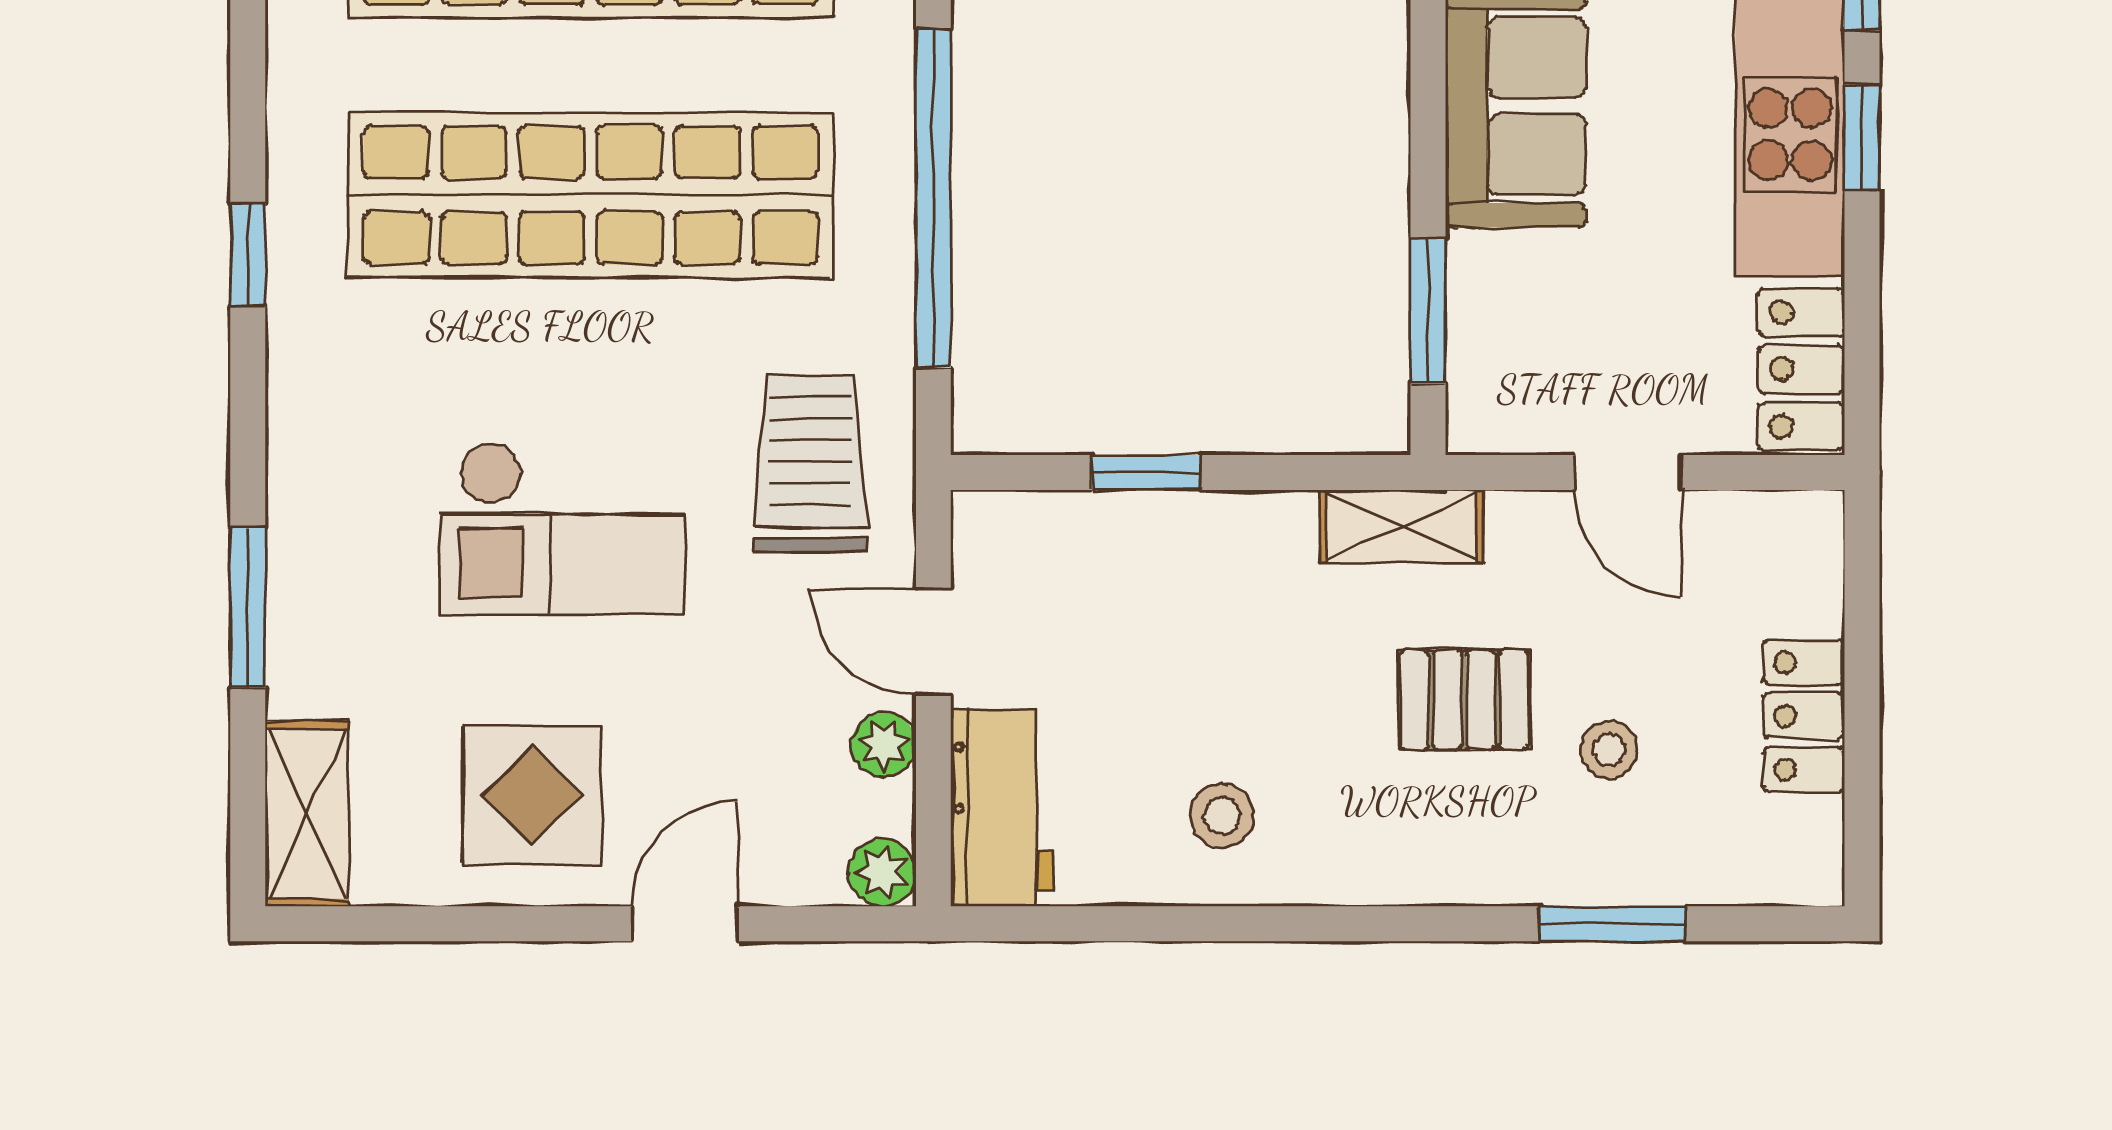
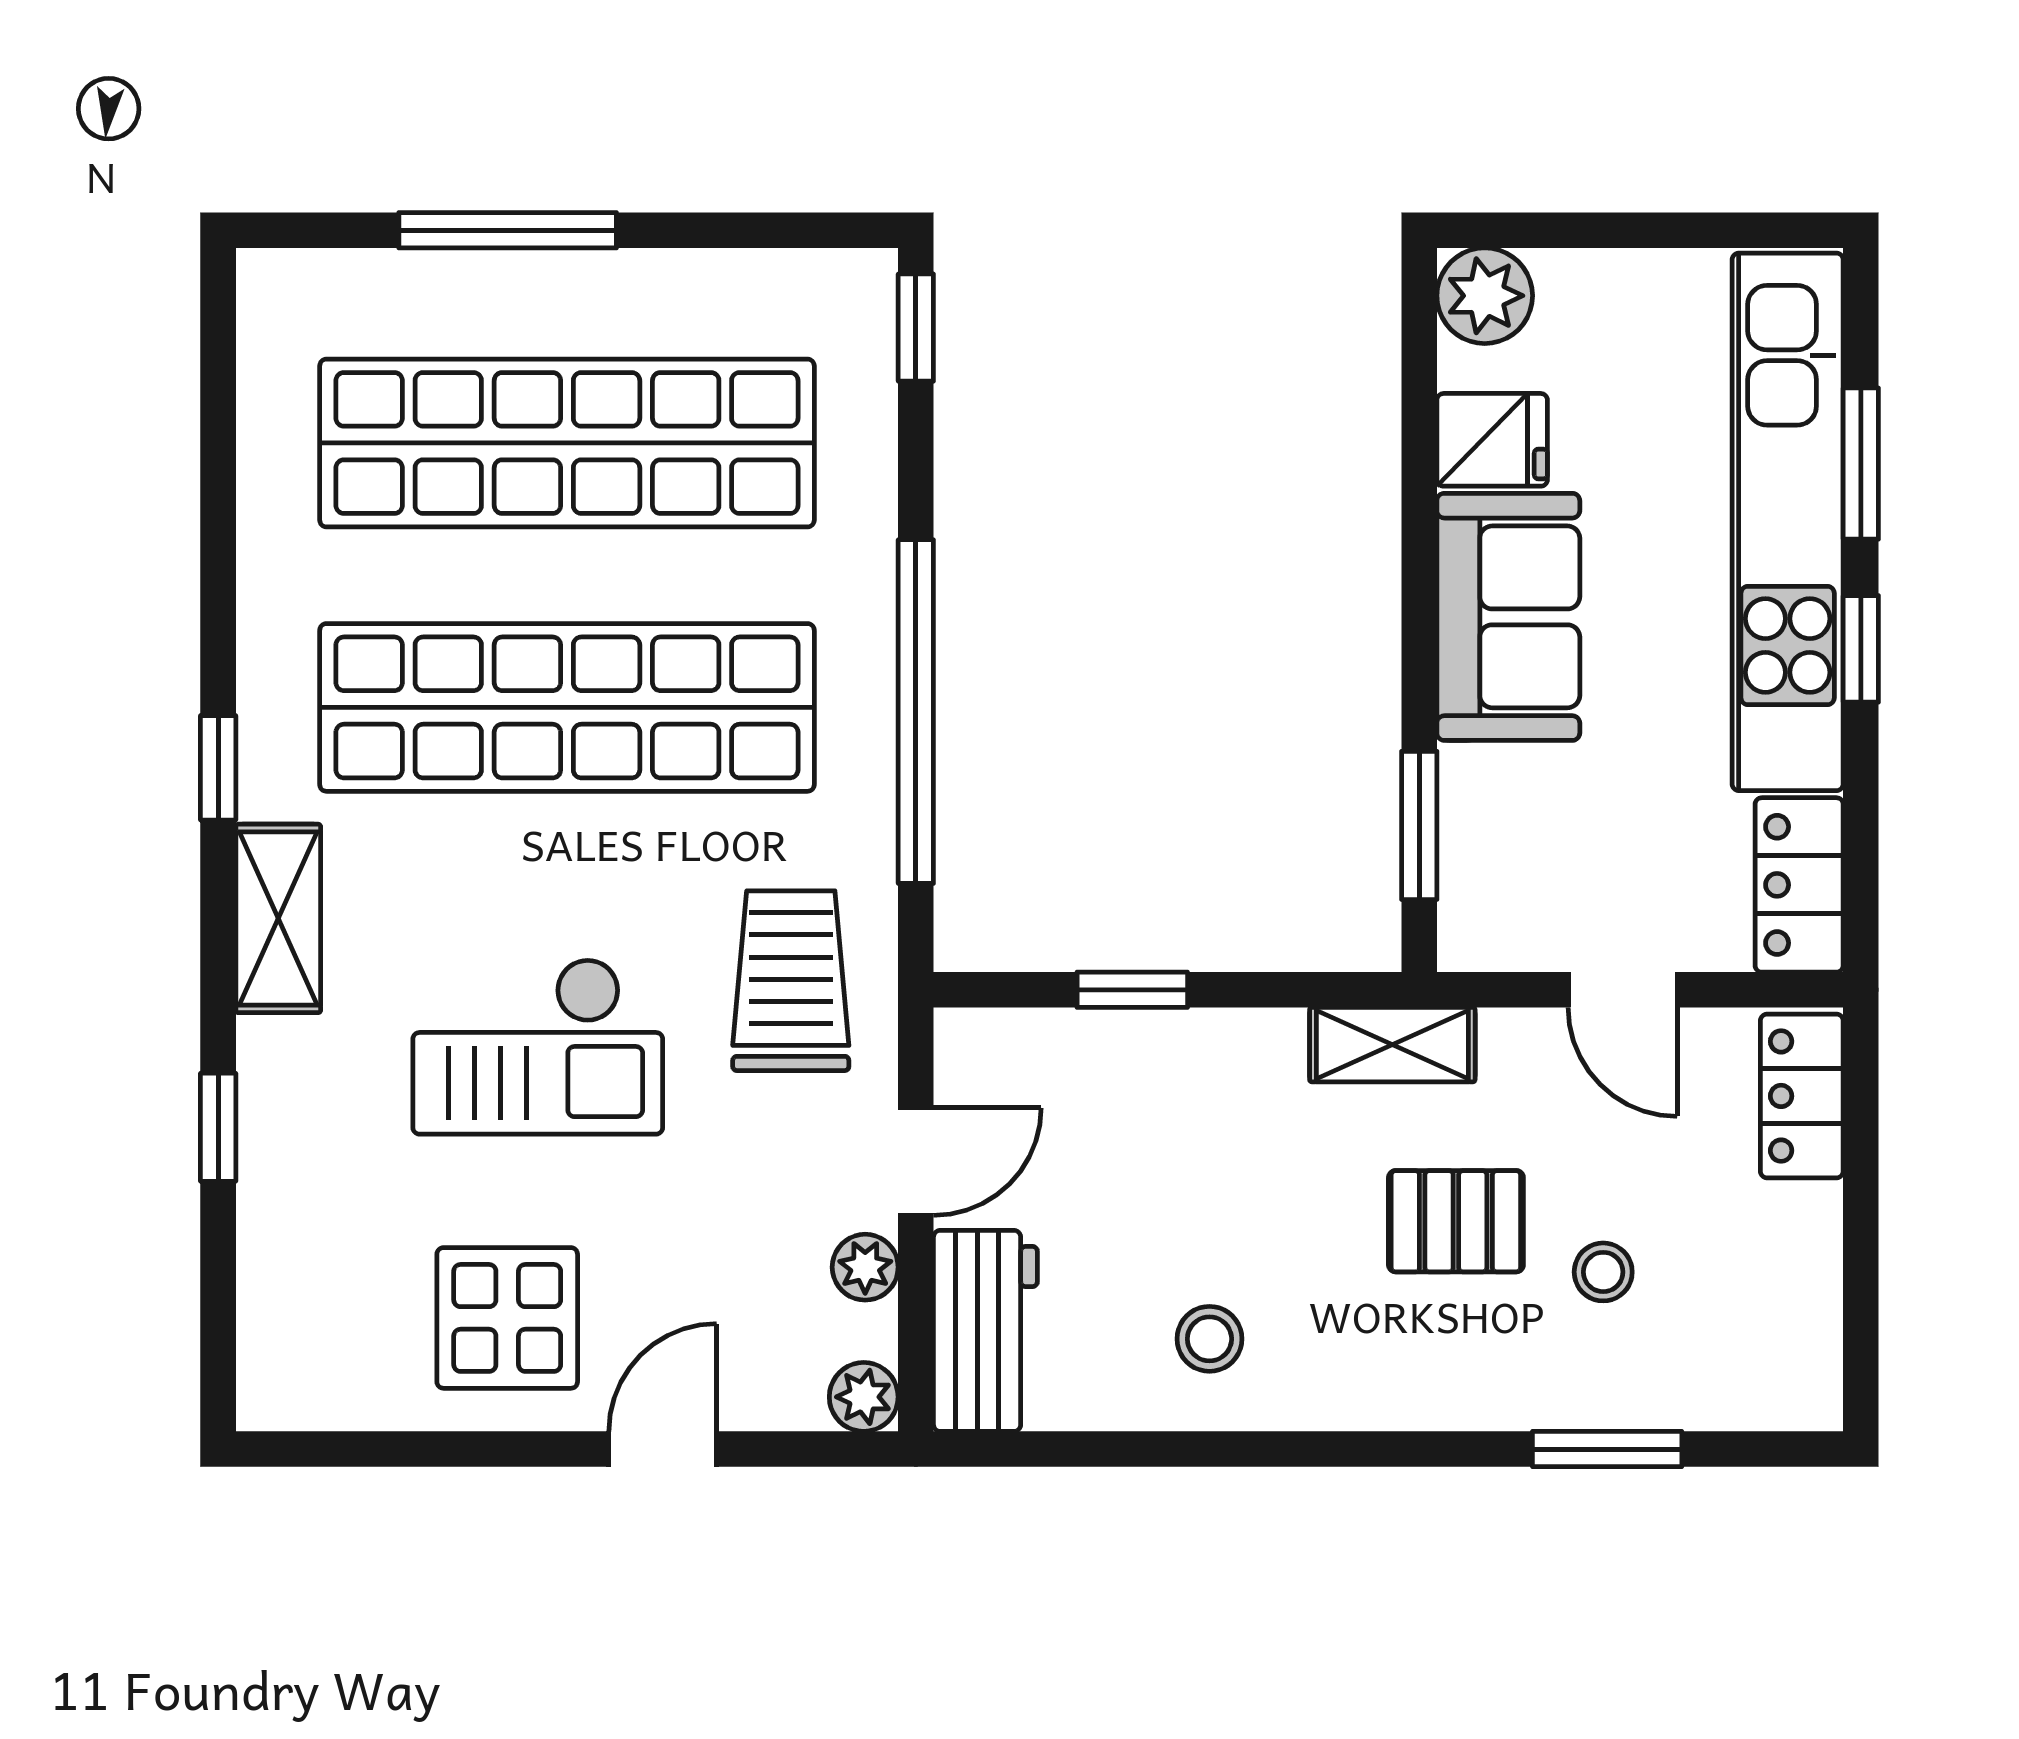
window: (248, 608) -> (218, 1127), width x0.67
door: (933, 641) -> (916, 1162), swing flipped
locker: (1804, 716) -> (1802, 1096), moved
shelving: (307, 814) -> (278, 918), moved

